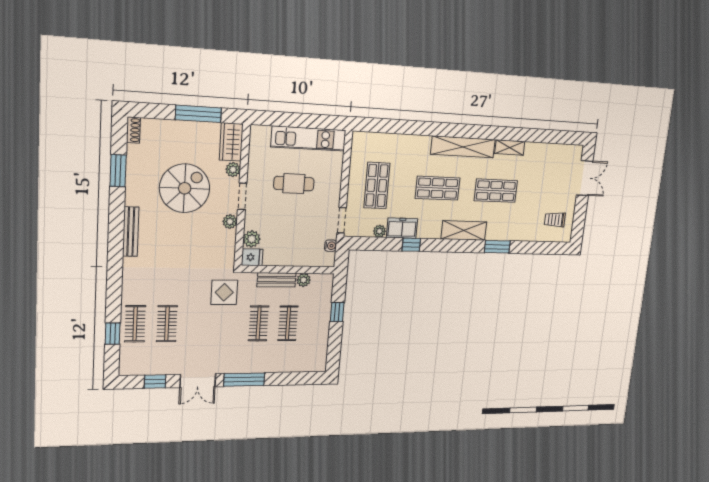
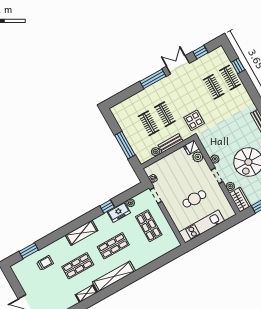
trolley: (555, 220) -> (45, 263), moved
window: (497, 247) -> (29, 251), moved
window: (337, 312) -> (125, 145), width x2.17

